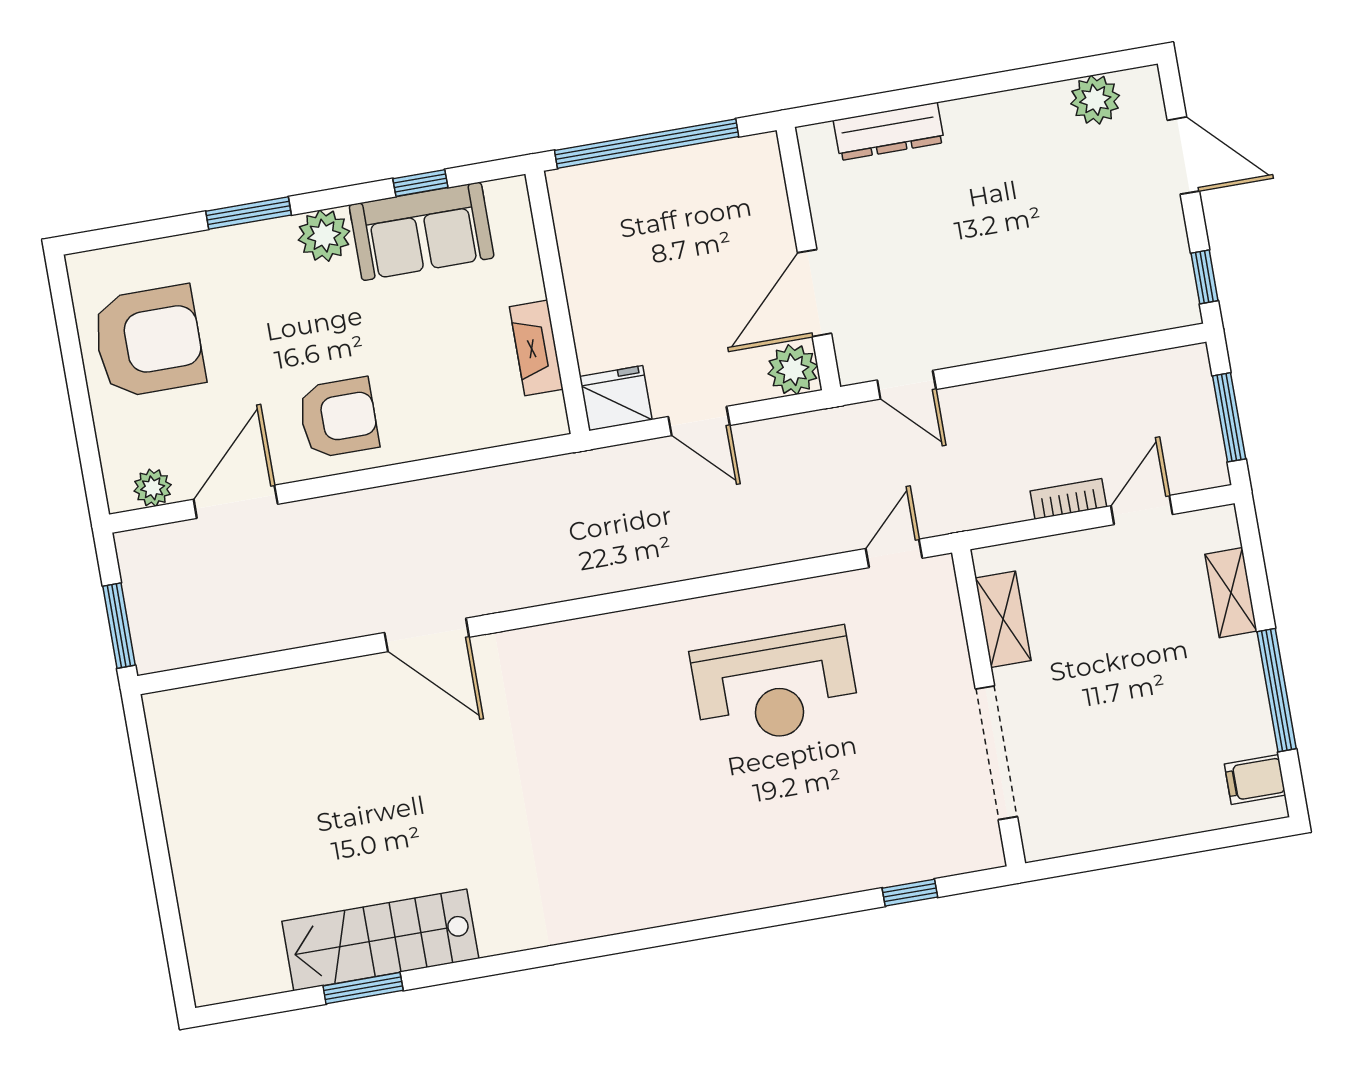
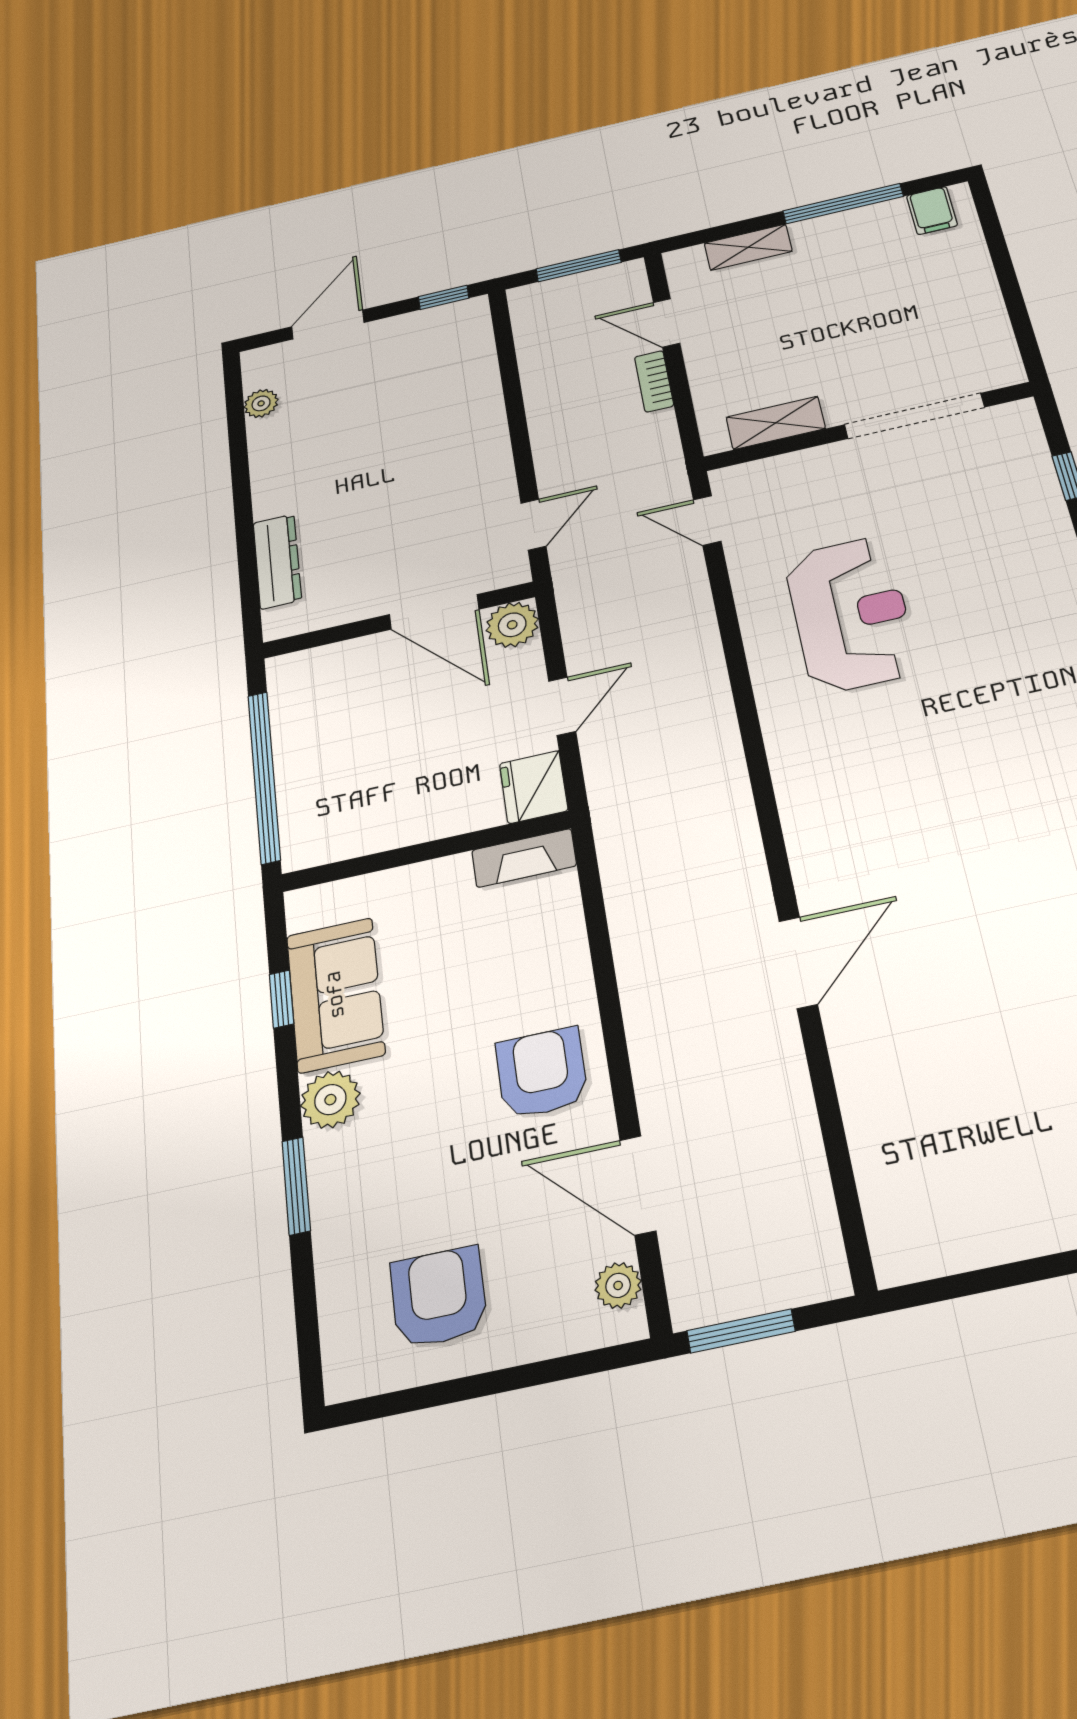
plant: (1095, 100) -> (261, 403), width x0.73, depth x0.73
armchair: (149, 341) -> (439, 1297), width x0.73, depth x0.73
fireplace: (536, 348) -> (524, 858), moved
window: (119, 626) -> (741, 1331), moved

